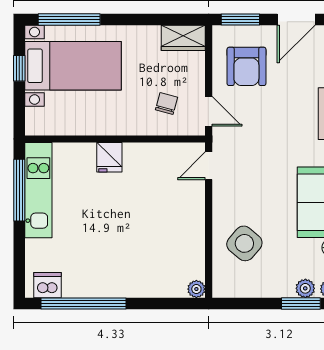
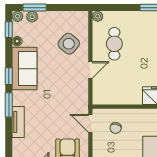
door: (209, 166) -> (90, 70), moved
cafe table: (169, 243) -> (114, 44), added

